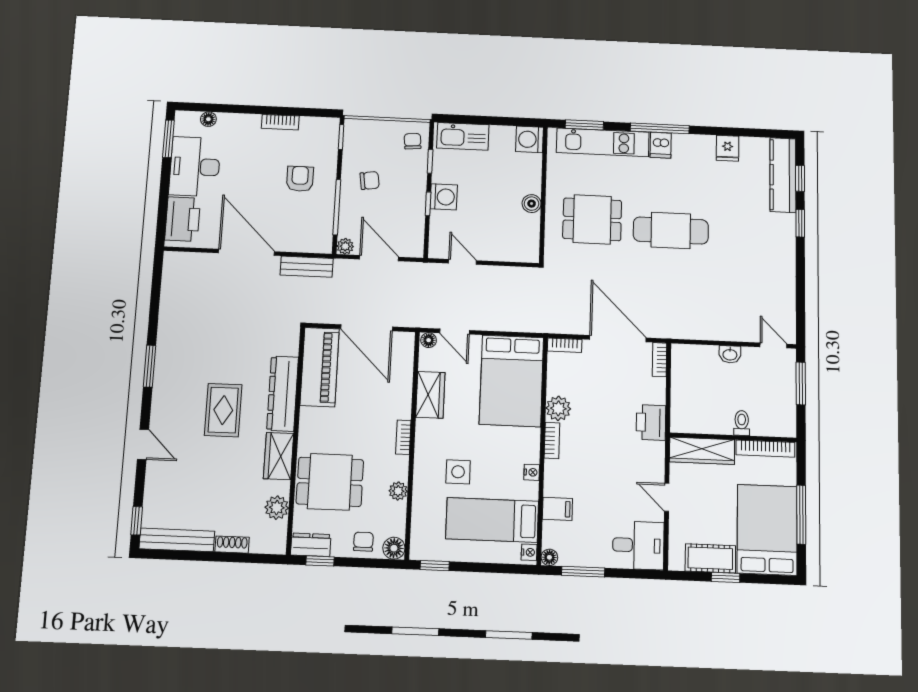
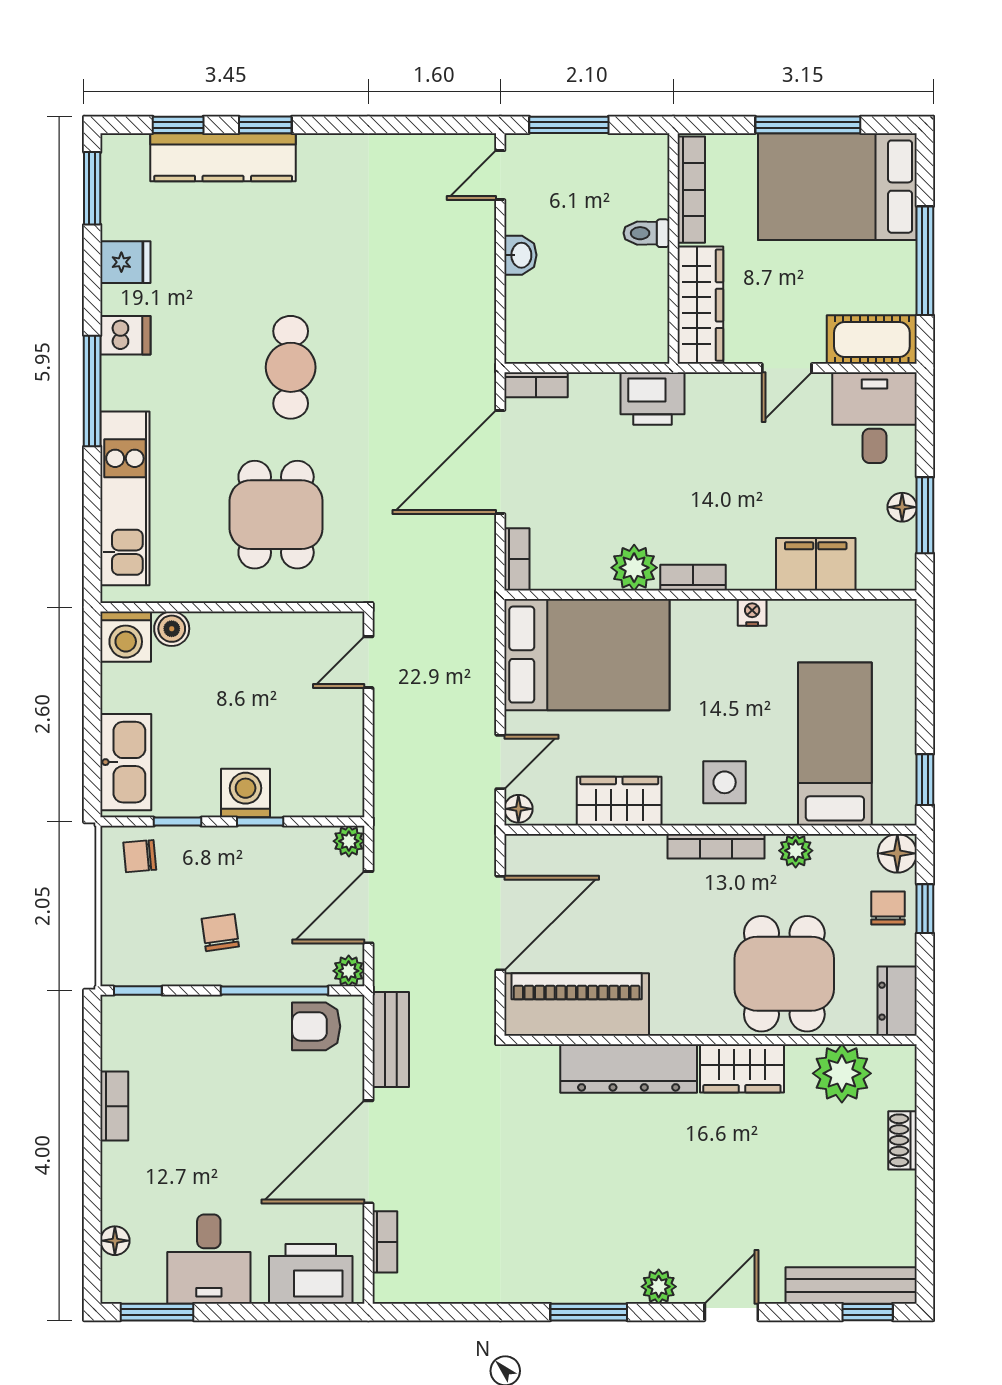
window: (584, 125) -> (92, 188), moved
dishwasher: (661, 145) -> (125, 335), moved
desk: (195, 167) -> (209, 1259), width x0.73
kitchen counter: (783, 175) -> (223, 157), moved
armchair: (300, 179) -> (316, 1026), moved
boiler: (532, 204) -> (172, 629), moved
cafe table: (671, 230) -> (291, 367), width x0.73, depth x0.74
plant: (415, 249) -> (349, 841), added
bookcase: (197, 259) -> (385, 1242), added
door: (462, 262) -> (368, 662), moved
plant: (160, 405) -> (659, 1287), added
rug: (223, 410) -> (663, 1173), removed
bookcase: (403, 437) -> (716, 846), width x1.56
side table: (458, 472) -> (725, 782), moved
plant: (277, 508) -> (842, 1073), width x1.36, depth x1.36
filing cabinet: (557, 509) -> (816, 564), width x2.00
bed: (492, 520) -> (835, 744), moved, turned 180
bench: (177, 540) -> (851, 1286), moved, turned 90
chair: (363, 542) -> (888, 908), turned 90
nightstand: (529, 552) -> (895, 612), removed
floor lamp: (549, 557) -> (902, 507), moved
cot: (710, 558) -> (872, 340), moved, turned 90
window: (320, 561) -> (925, 909), moved
window: (726, 577) -> (925, 261), width x2.17

